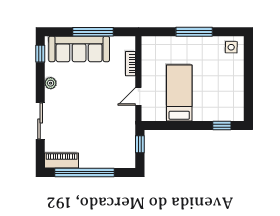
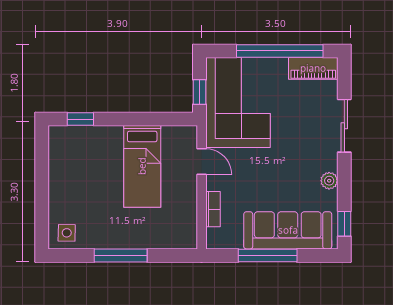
door: (138, 96) -> (202, 162), hinge flipped
corner sofa: (113, 137) -> (238, 102), added

